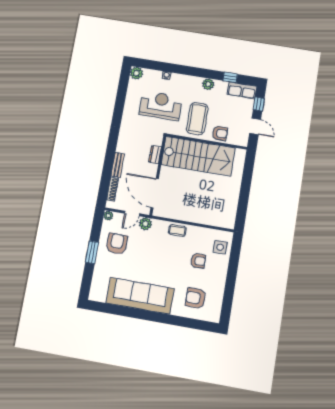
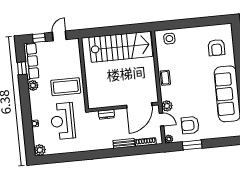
row of seats: (242, 90) -> (31, 61), width x1.48
armchair: (220, 133) -> (73, 64), removed
stairs: (198, 156) -> (121, 47), moved, turned 90
window: (92, 252) -> (192, 145), moved
armchair: (198, 261) -> (186, 54), removed

